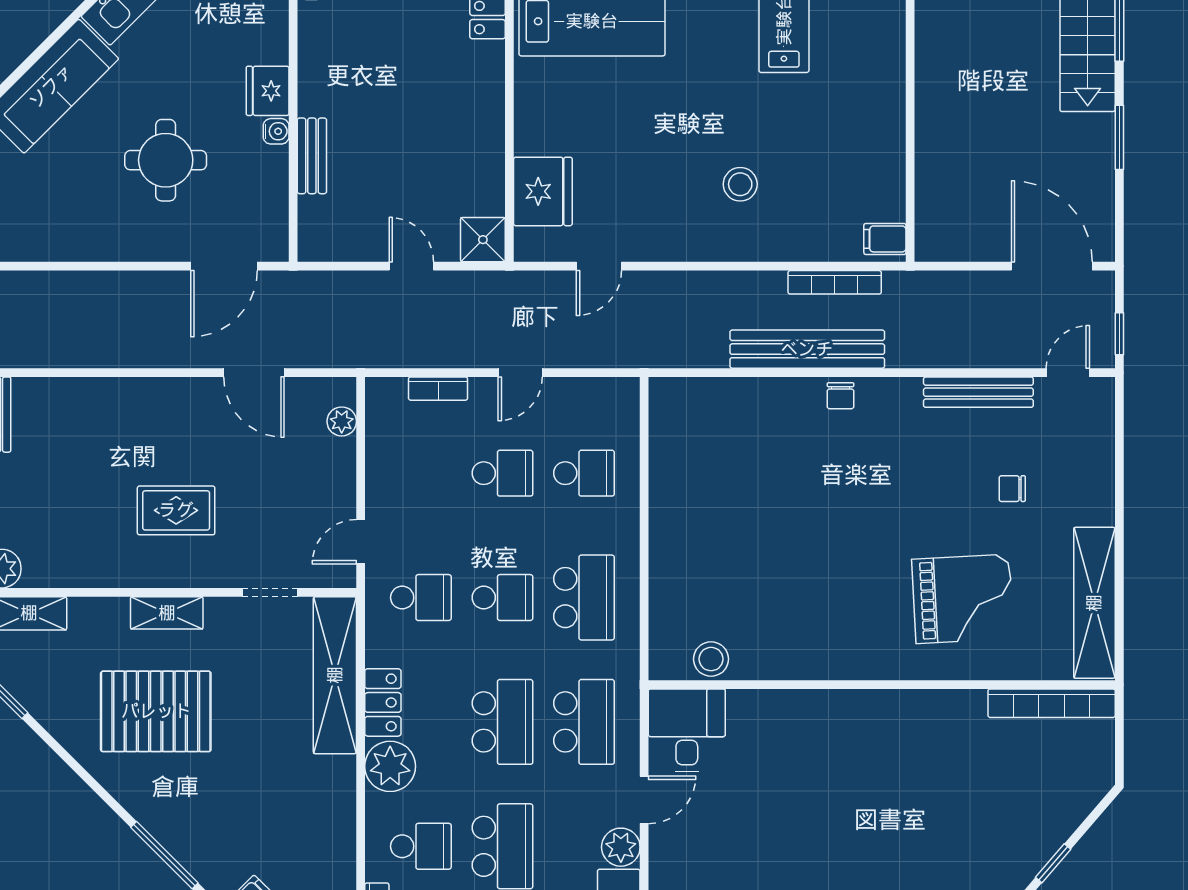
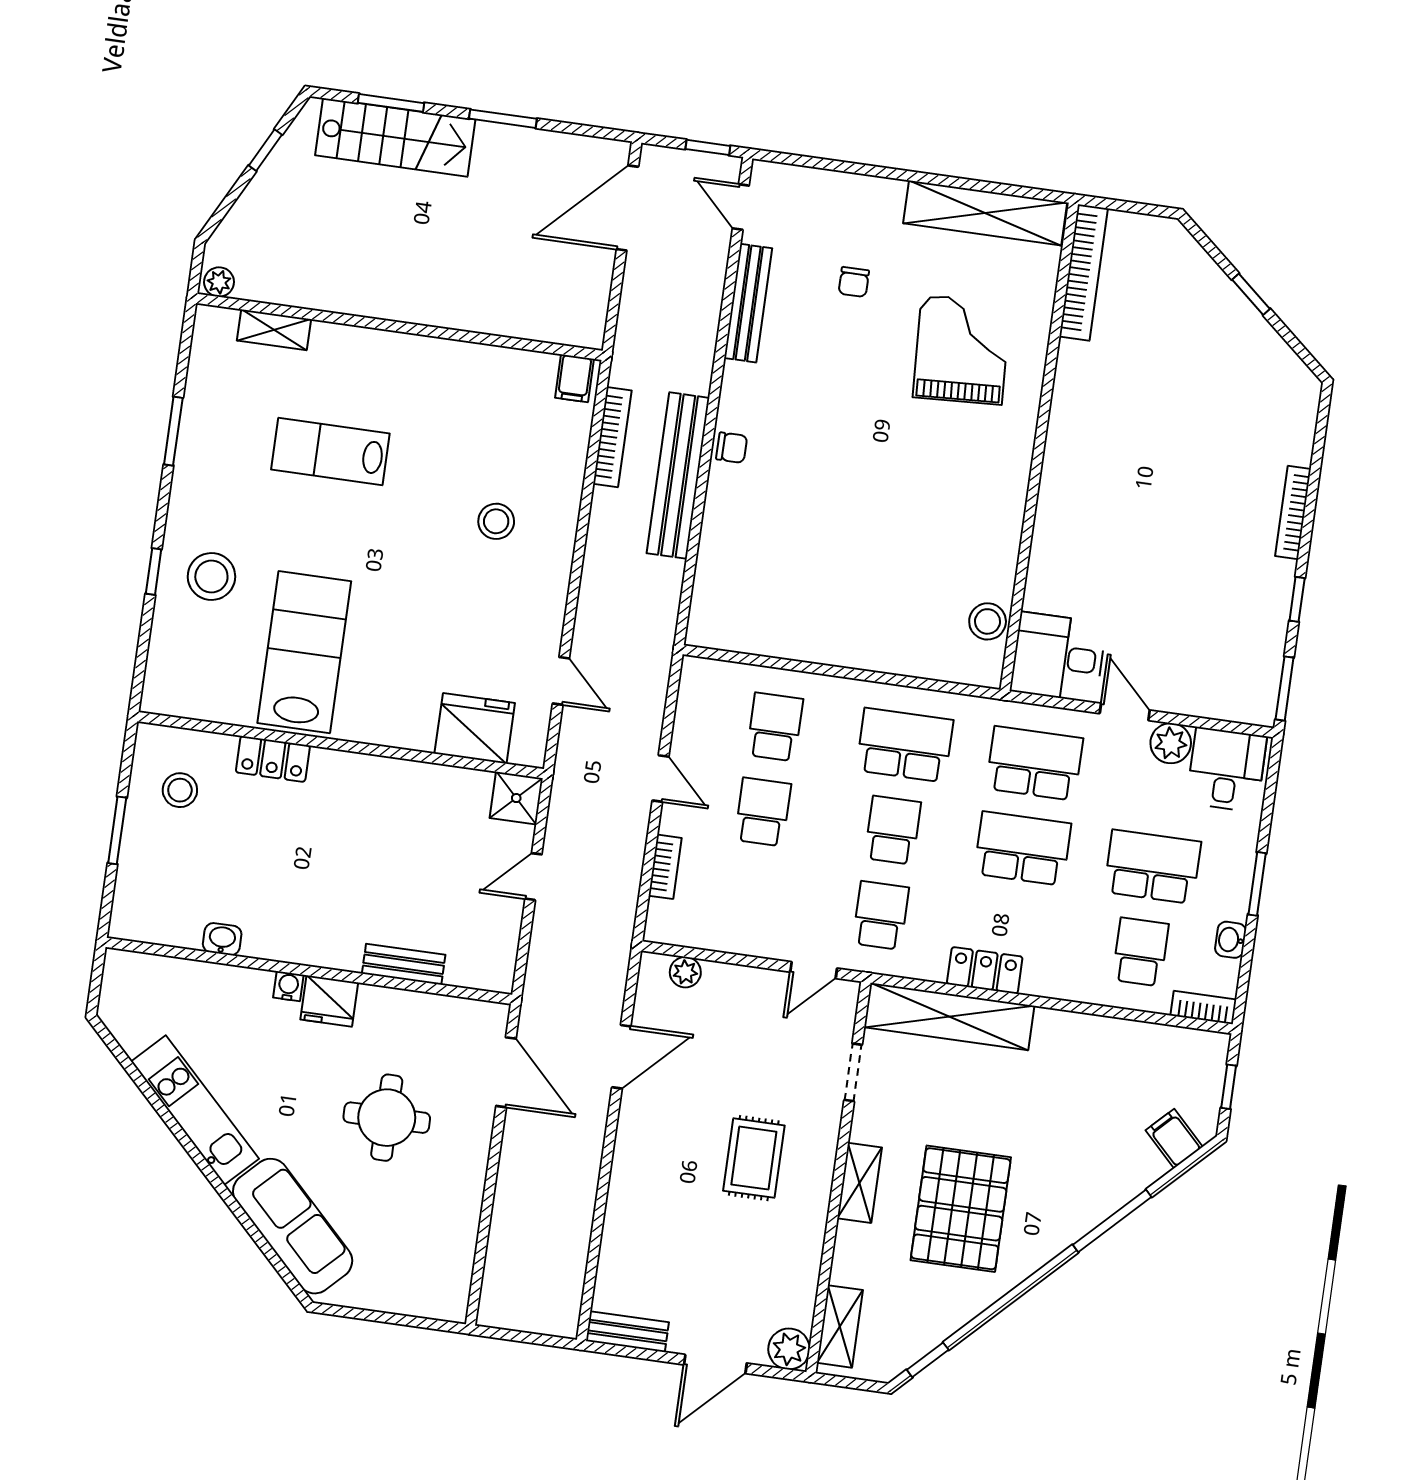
water cooler: (276, 131) -> (288, 986), moved
door: (361, 542) -> (814, 970), hinge flipped
plant: (390, 766) -> (1052, 972), removed

